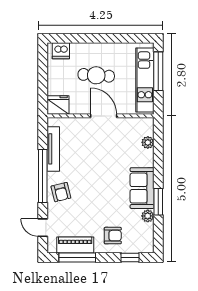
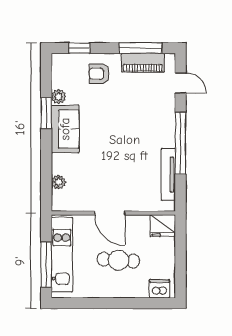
armchair: (61, 192) -> (160, 124), removed

